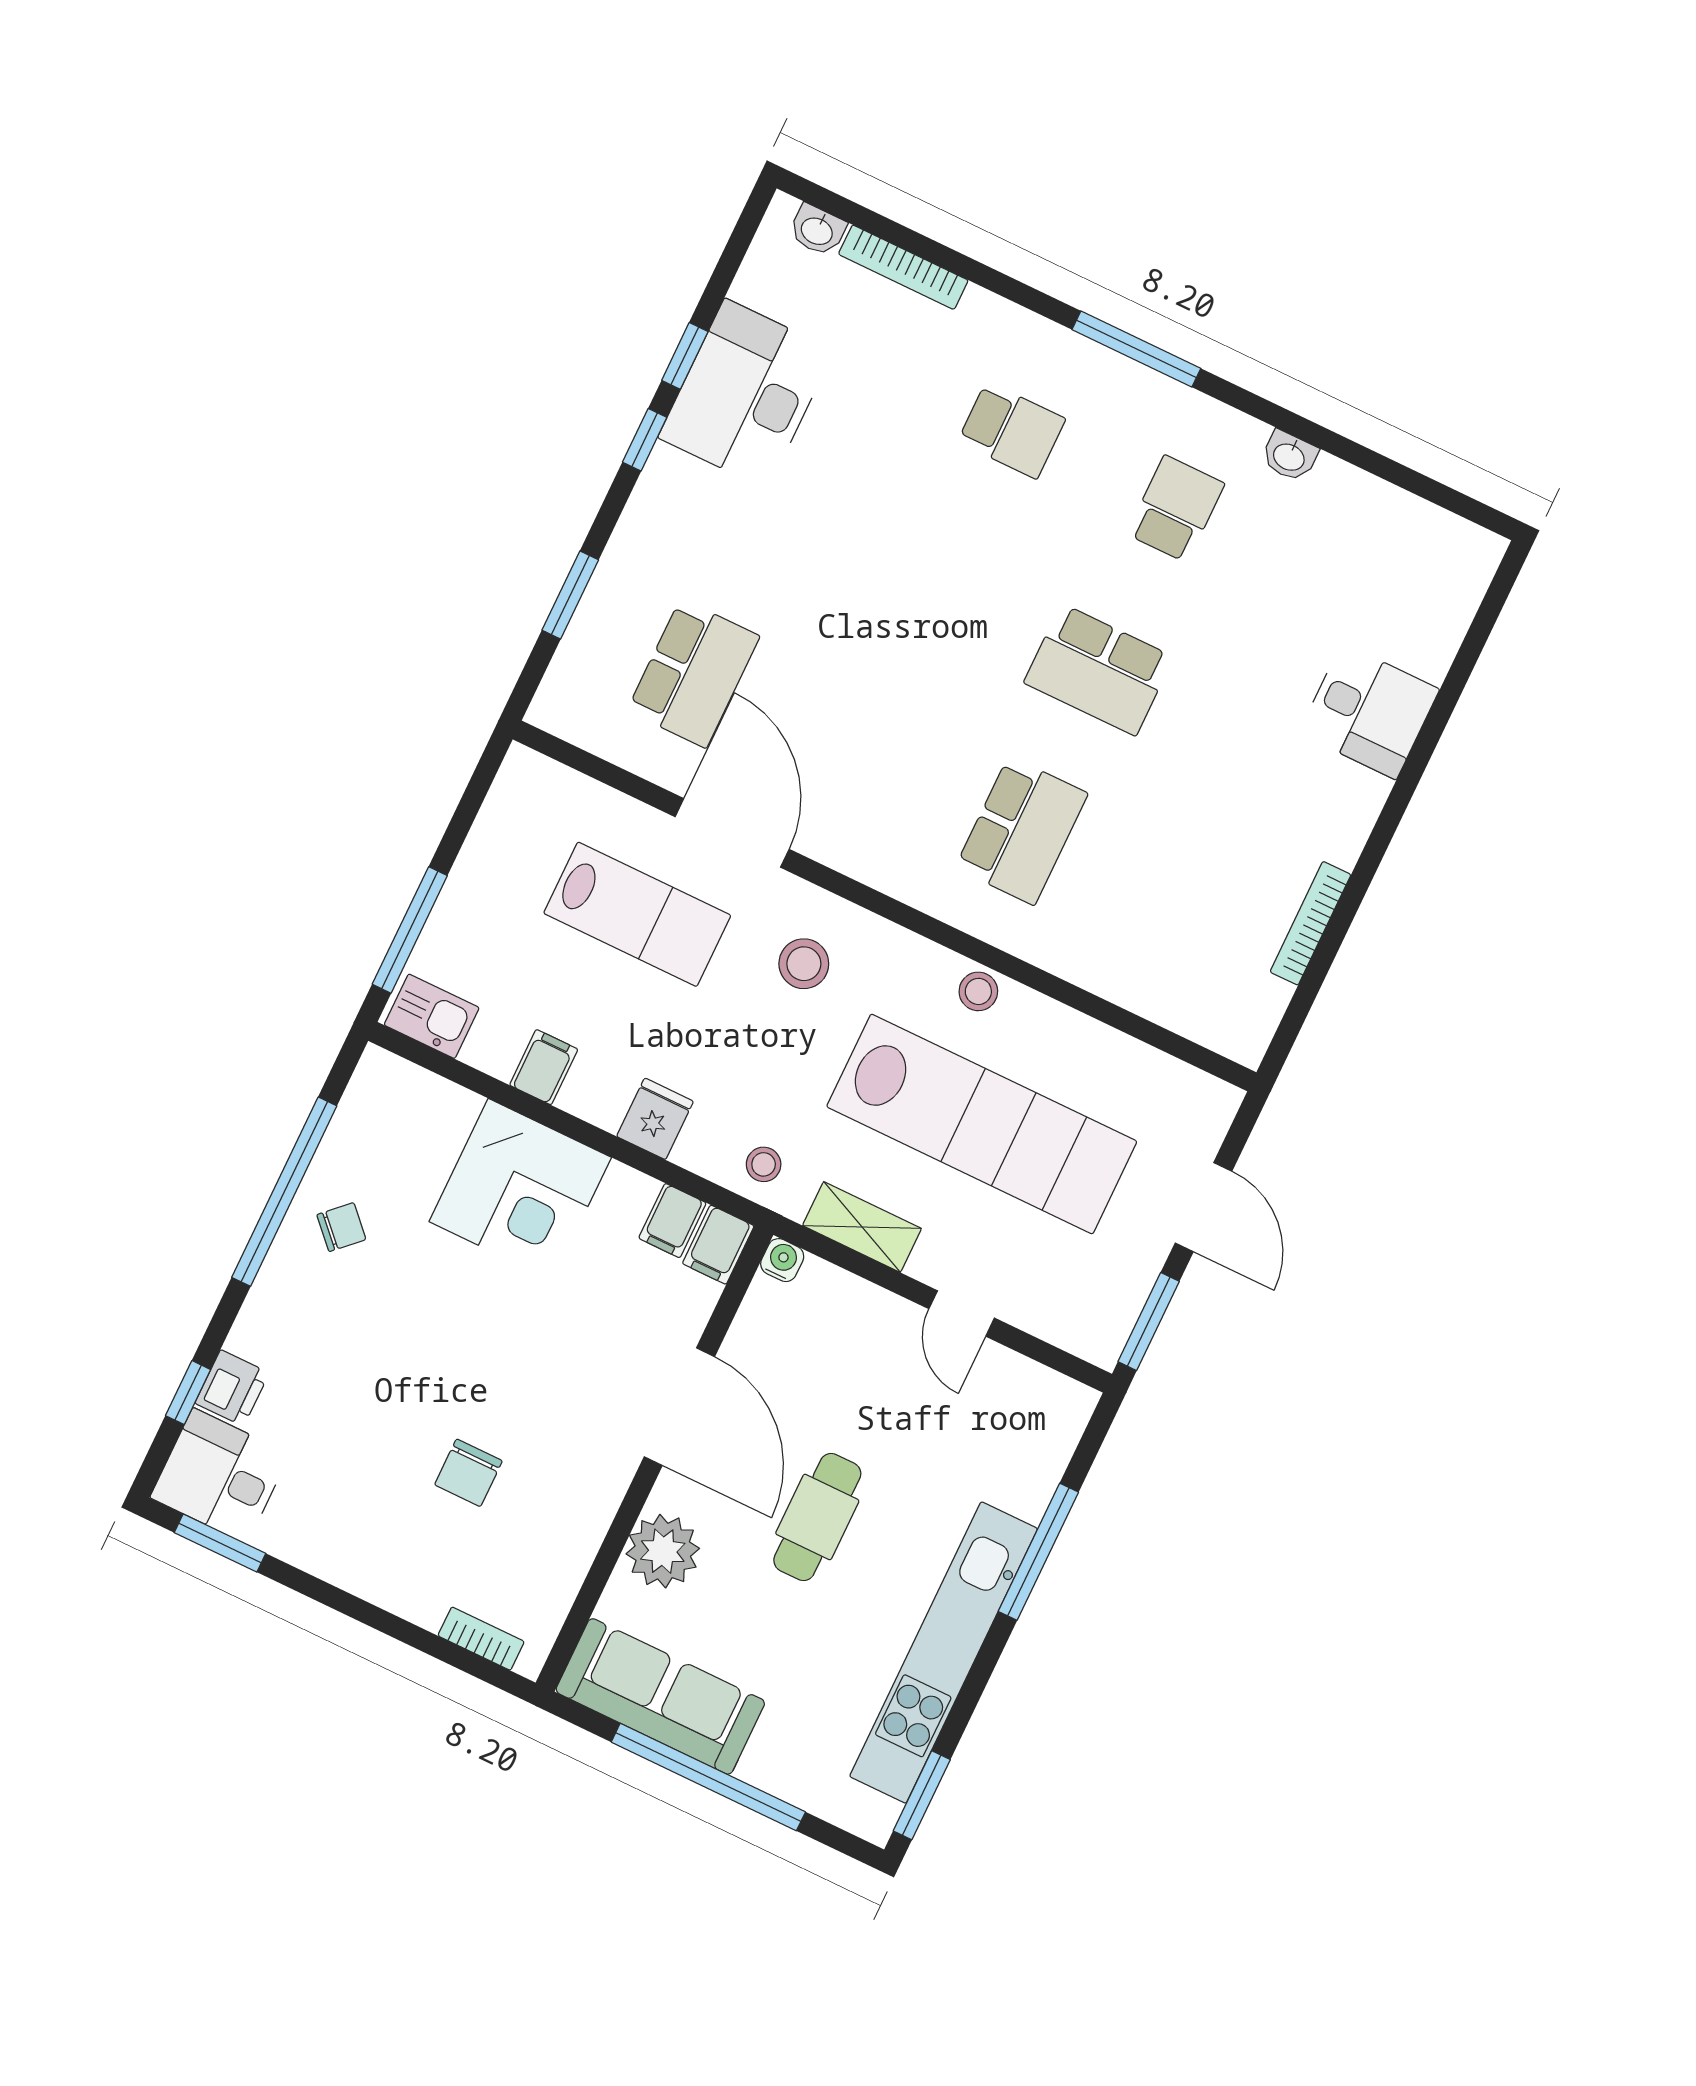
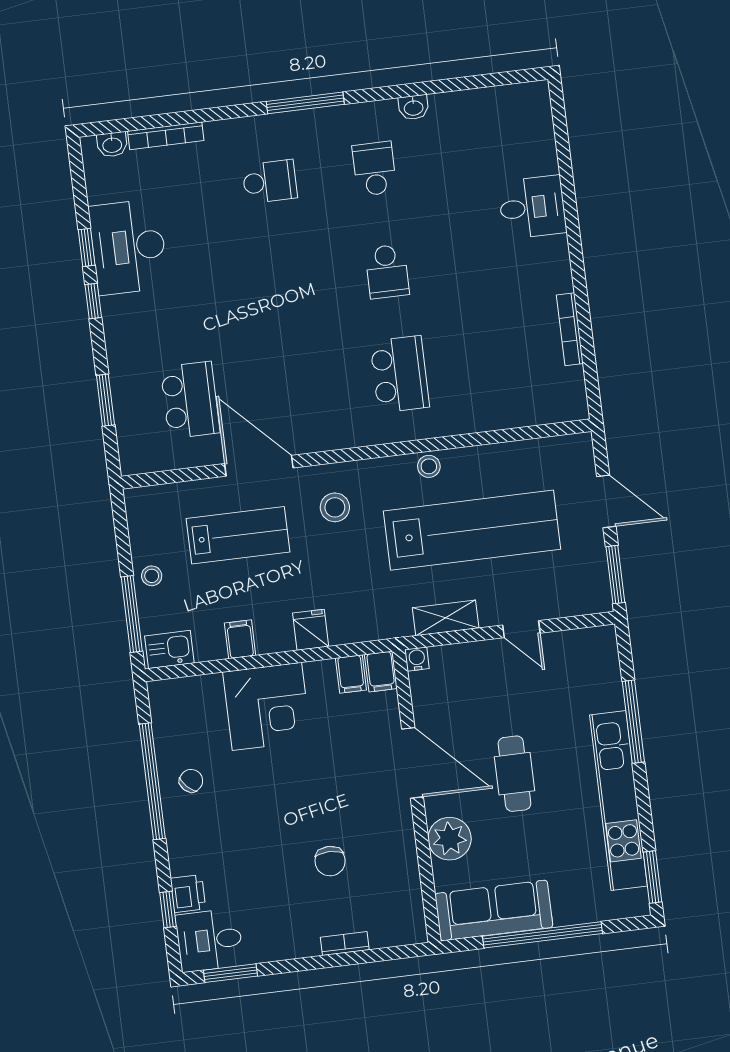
school desk: (1099, 670) -> (387, 271), width x0.54
stool: (764, 1164) -> (152, 576), moved
bookcase: (481, 1639) -> (345, 944), moved

